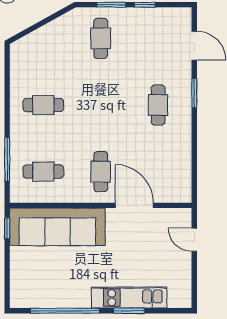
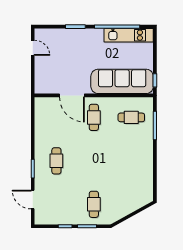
cafe table: (43, 105) -> (131, 161), removed
door: (194, 240) -> (33, 48), moved
kitchen unit: (129, 298) -> (129, 35), moved

